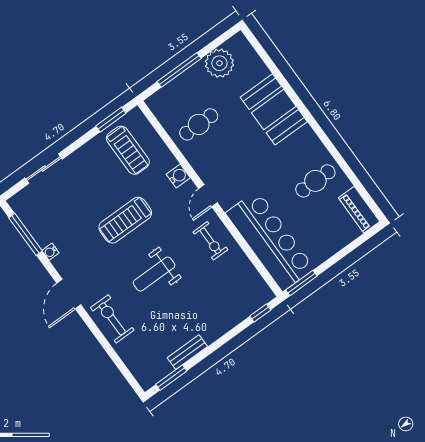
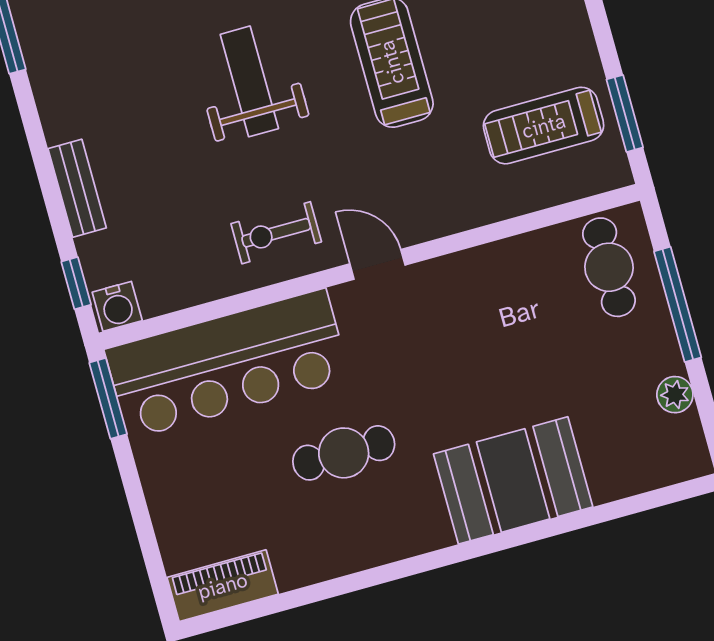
plant: (219, 63) -> (675, 395), width x0.53, depth x0.53
cafe table: (199, 124) -> (609, 267), moved
water cooler: (178, 176) -> (117, 306), moved
cafe table: (315, 181) -> (344, 453), moved, turned 90
bench: (187, 352) -> (77, 188), moved

